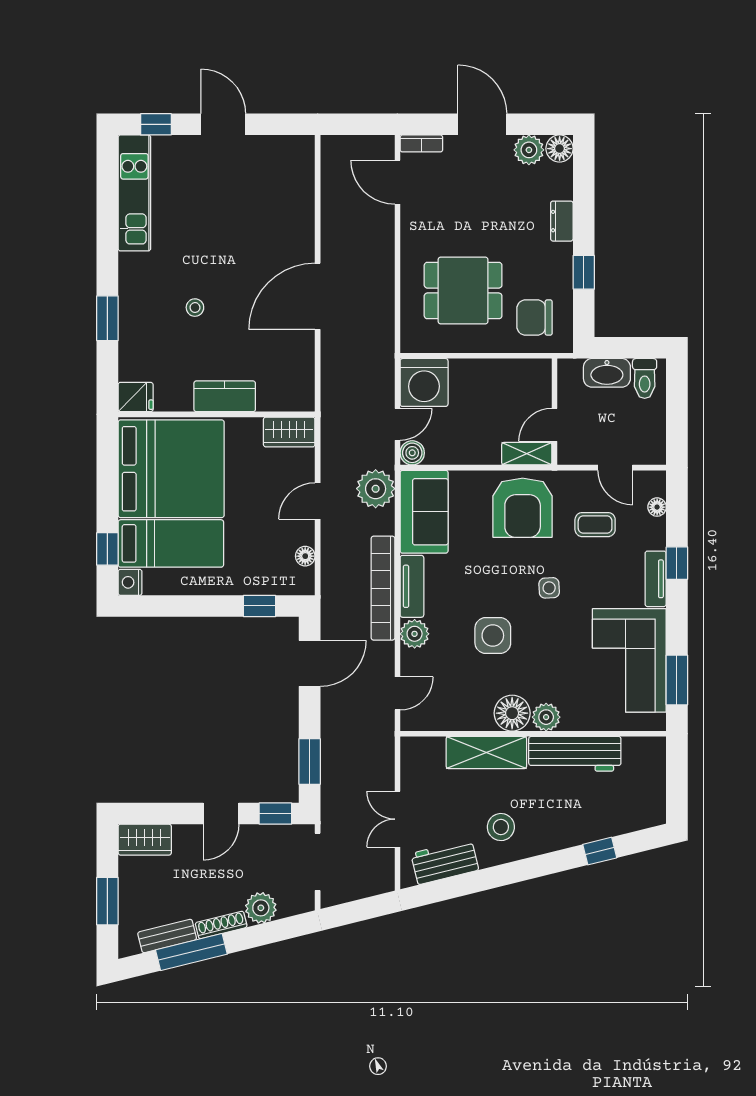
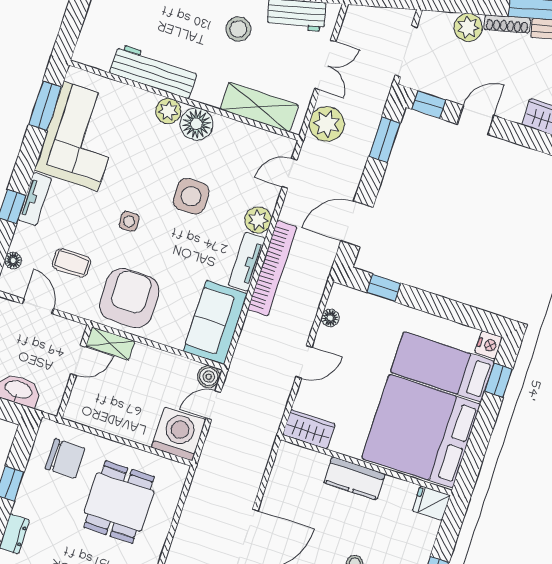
dining table: (463, 291) -> (119, 502), turned 90
plant: (376, 489) -> (327, 124), moved
shelving: (486, 752) -> (259, 107), moved

